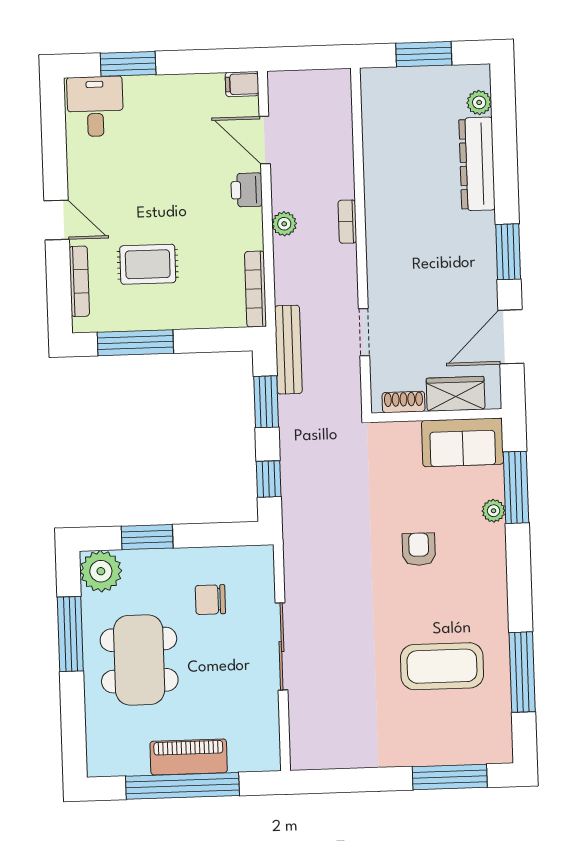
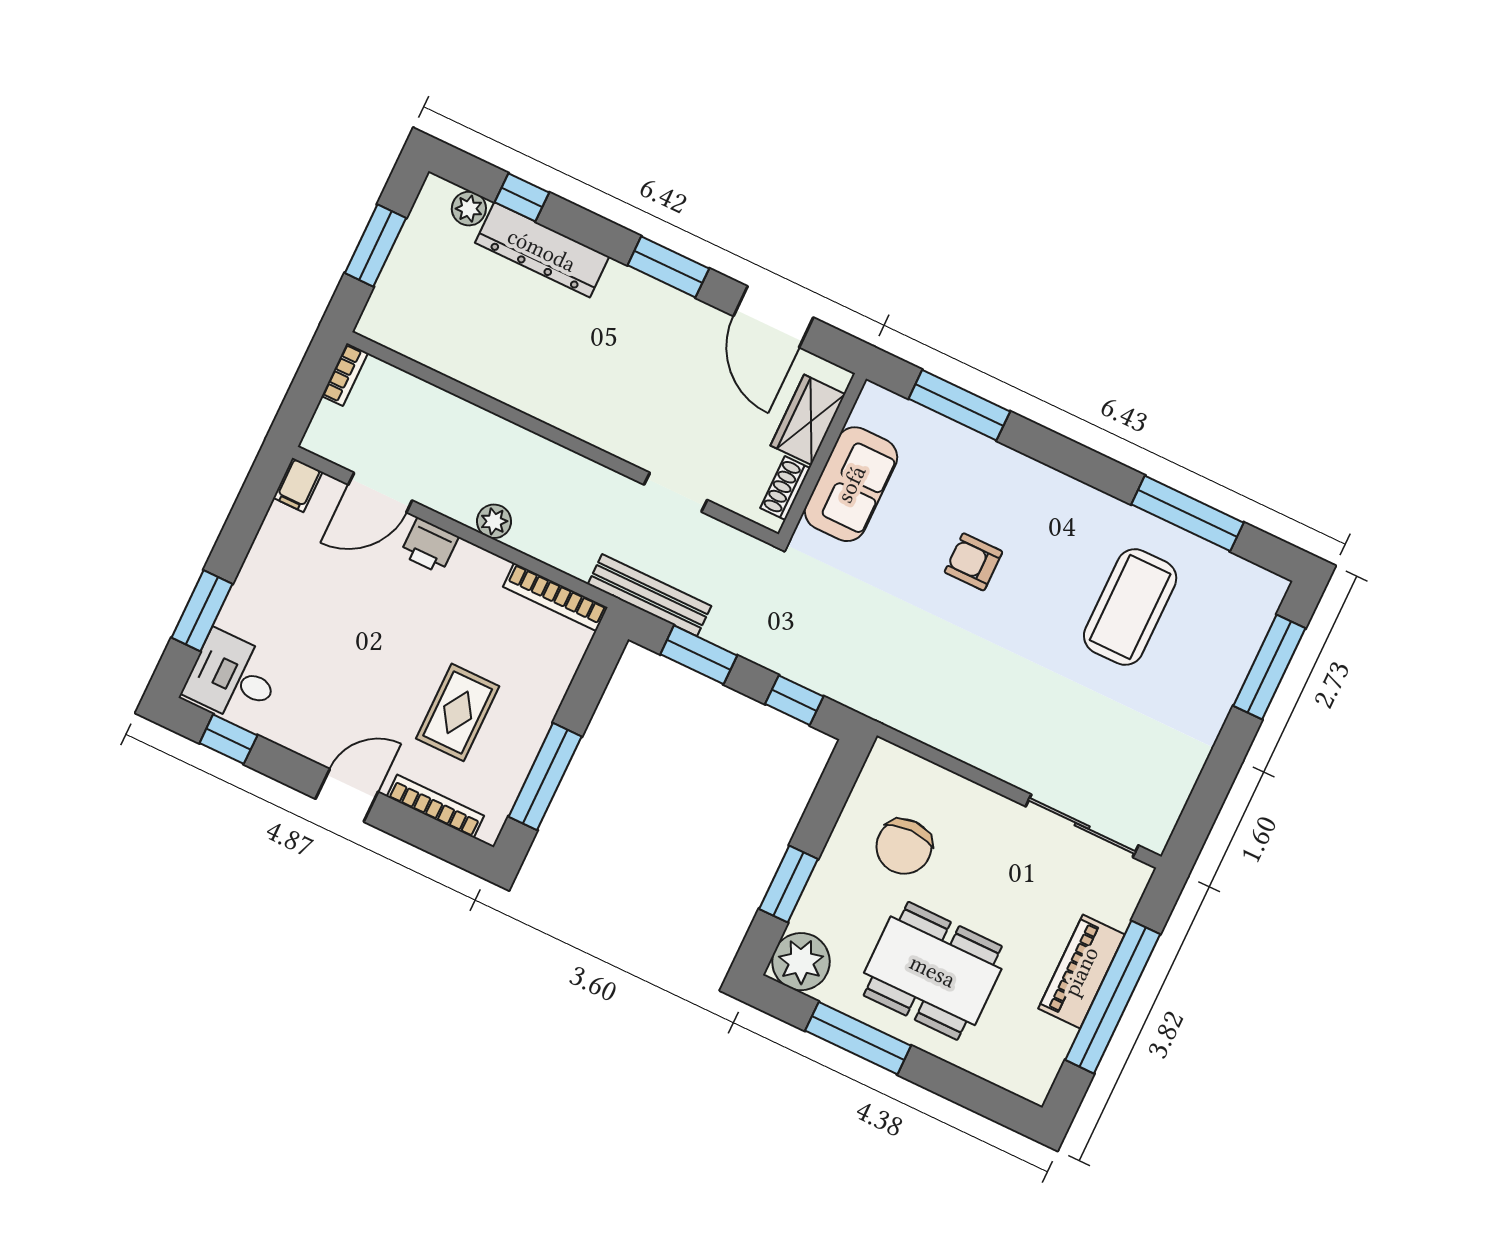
window: (53, 124) -> (228, 739), added
window: (504, 133) -> (522, 197), added
bookcase: (347, 222) -> (345, 374), moved, turned -90
sofa: (463, 442) -> (851, 484), moved
plant: (494, 511) -> (974, 447), removed
chair: (210, 600) -> (904, 847), width x1.37, depth x1.37
sliding door: (281, 646) -> (1082, 826), moved

